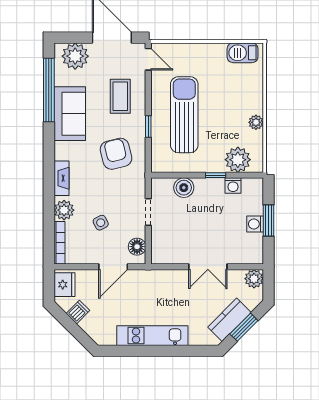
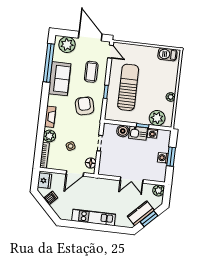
kitchen sink: (209, 188) -> (138, 133), added

